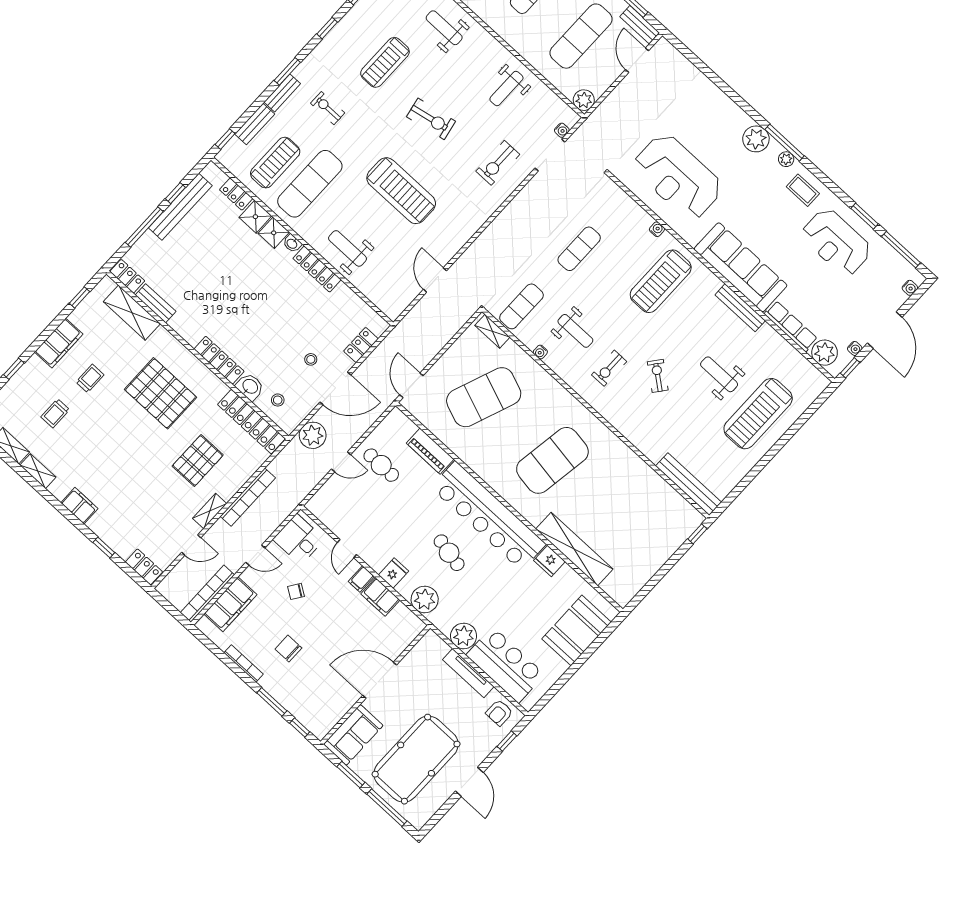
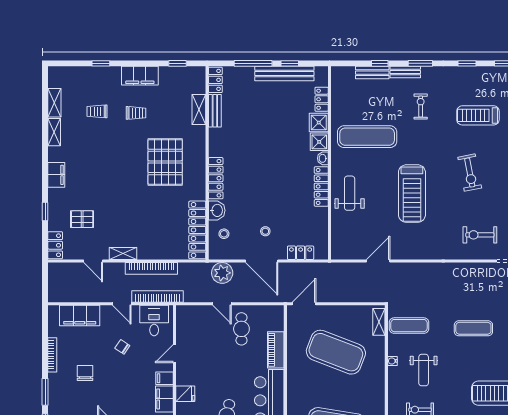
window: (225, 139) -> (380, 63), moved
treadmill: (275, 163) -> (361, 105), removed
shelving: (132, 313) -> (199, 110), width x0.67, depth x0.75
pallet: (198, 461) -> (82, 219), moved, width x0.67, depth x0.71
bookcase: (207, 594) -> (158, 296), moved

